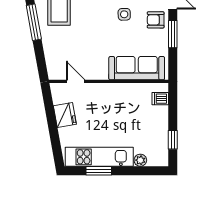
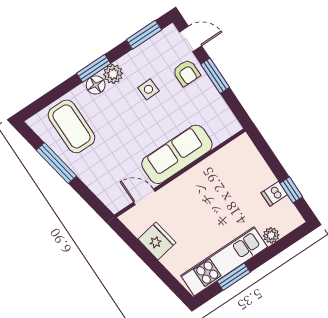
armchair: (156, 20) -> (186, 73), turned -90
sofa: (137, 68) -> (177, 154), moved
dishwasher: (160, 99) -> (274, 194), moved

